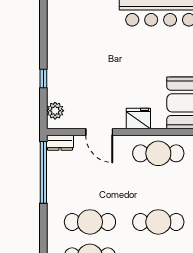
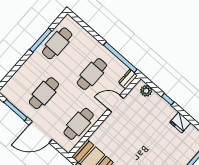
fridge: (138, 118) -> (180, 122), moved, turned 90
cafe table: (90, 222) -> (92, 74), moved

